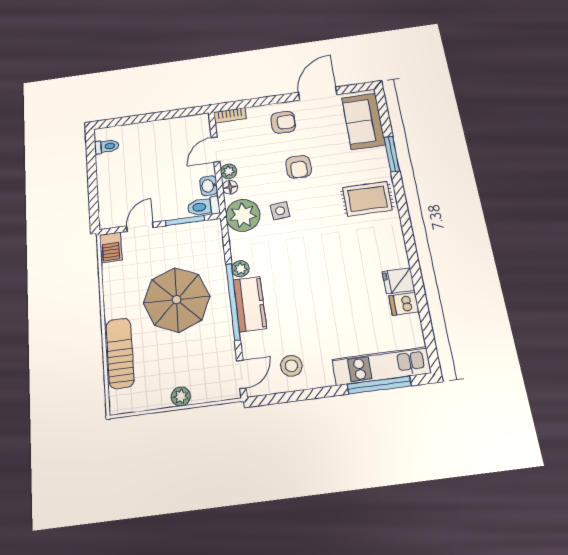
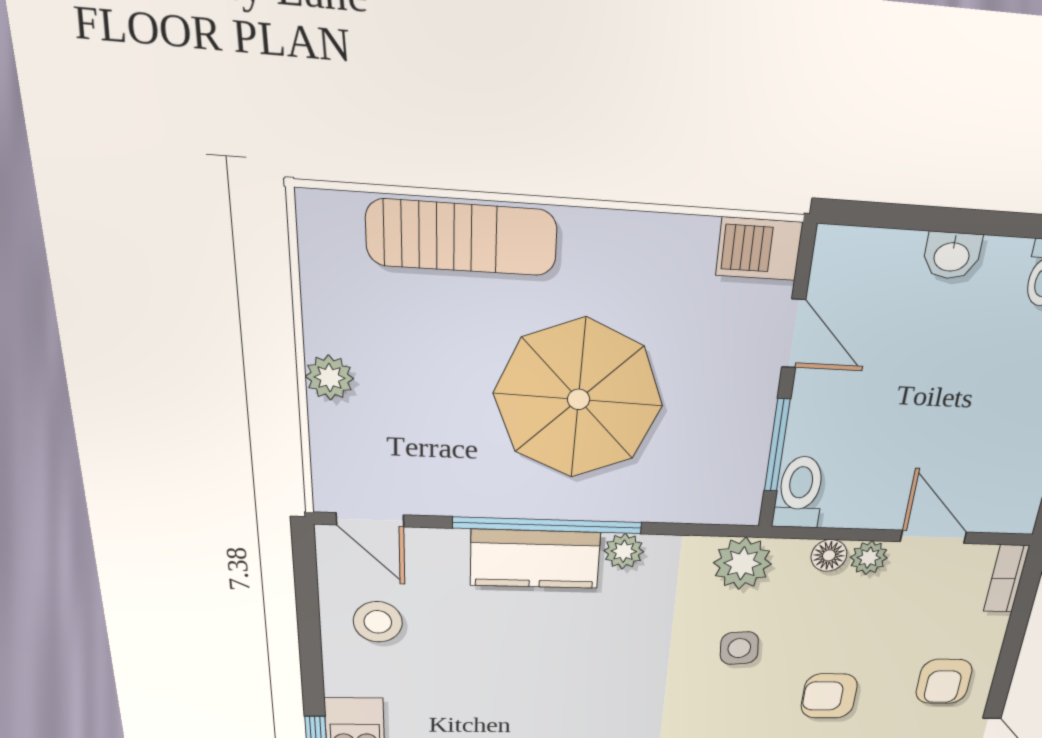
washbasin: (209, 186) -> (952, 256), moved, turned 180
plant: (243, 215) -> (742, 563), width x0.73, depth x0.73

